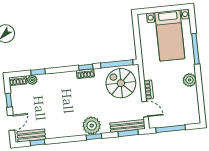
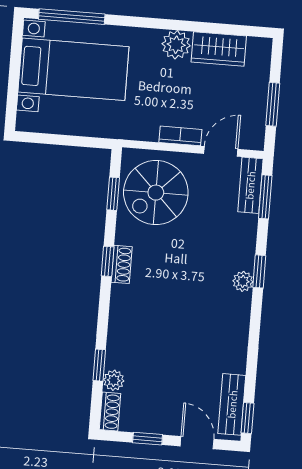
window: (195, 49) -> (72, 17), moved
window: (117, 64) -> (113, 194), width x0.46
wardrobe: (191, 100) -> (219, 49), added
plant: (92, 126) -> (243, 281), width x0.53, depth x0.53
bench: (128, 126) -> (250, 185), width x0.73
window: (171, 129) -> (273, 104), width x0.69
window: (37, 142) -> (247, 418), moved

